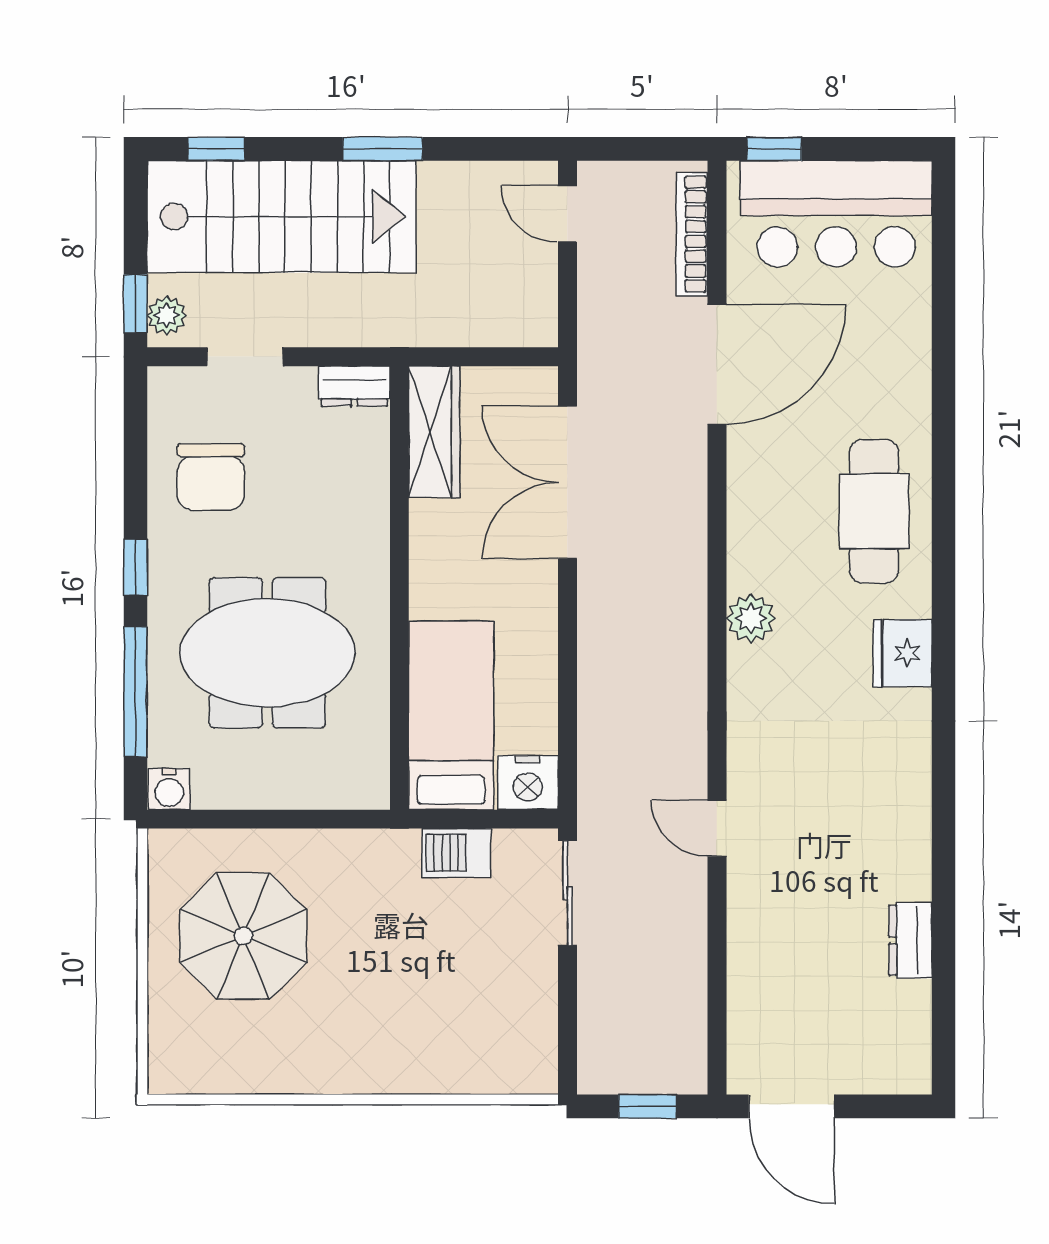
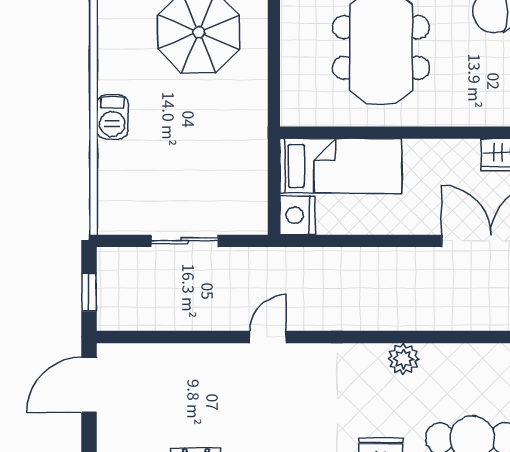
barbecue: (456, 853) -> (112, 117), moved, turned 180
sliding door: (567, 893) -> (185, 241), moved

